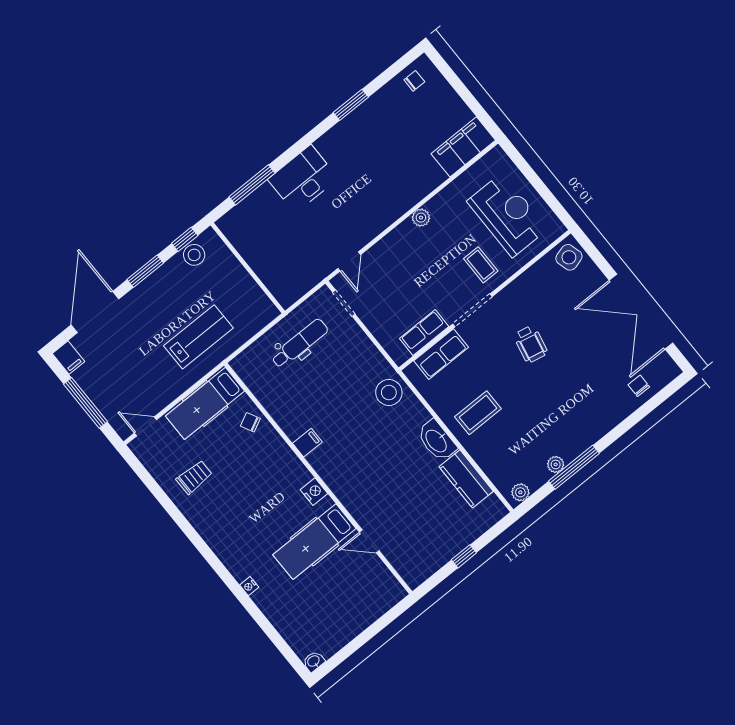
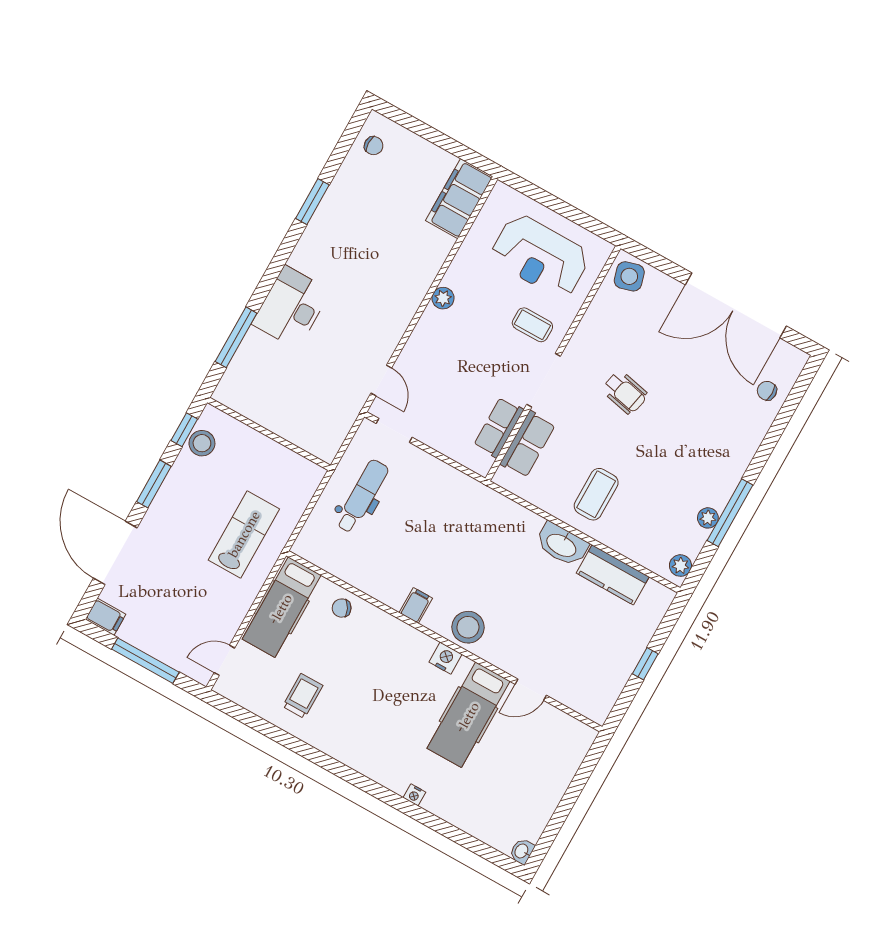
chair: (414, 81) -> (374, 146), turned 90
reception desk: (507, 215) -> (540, 256), turned 180
stool: (389, 392) -> (468, 627), moved

